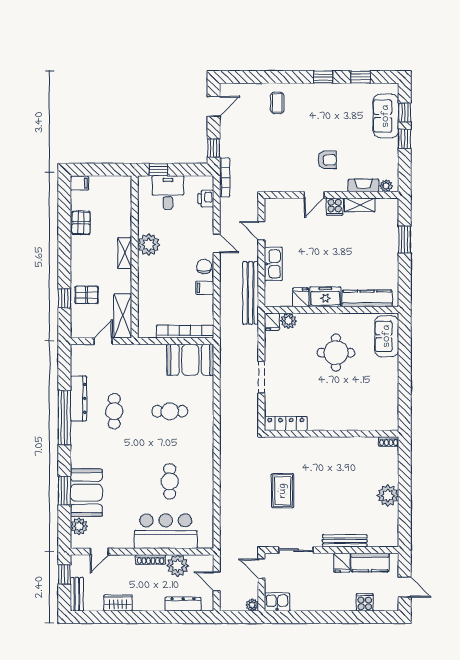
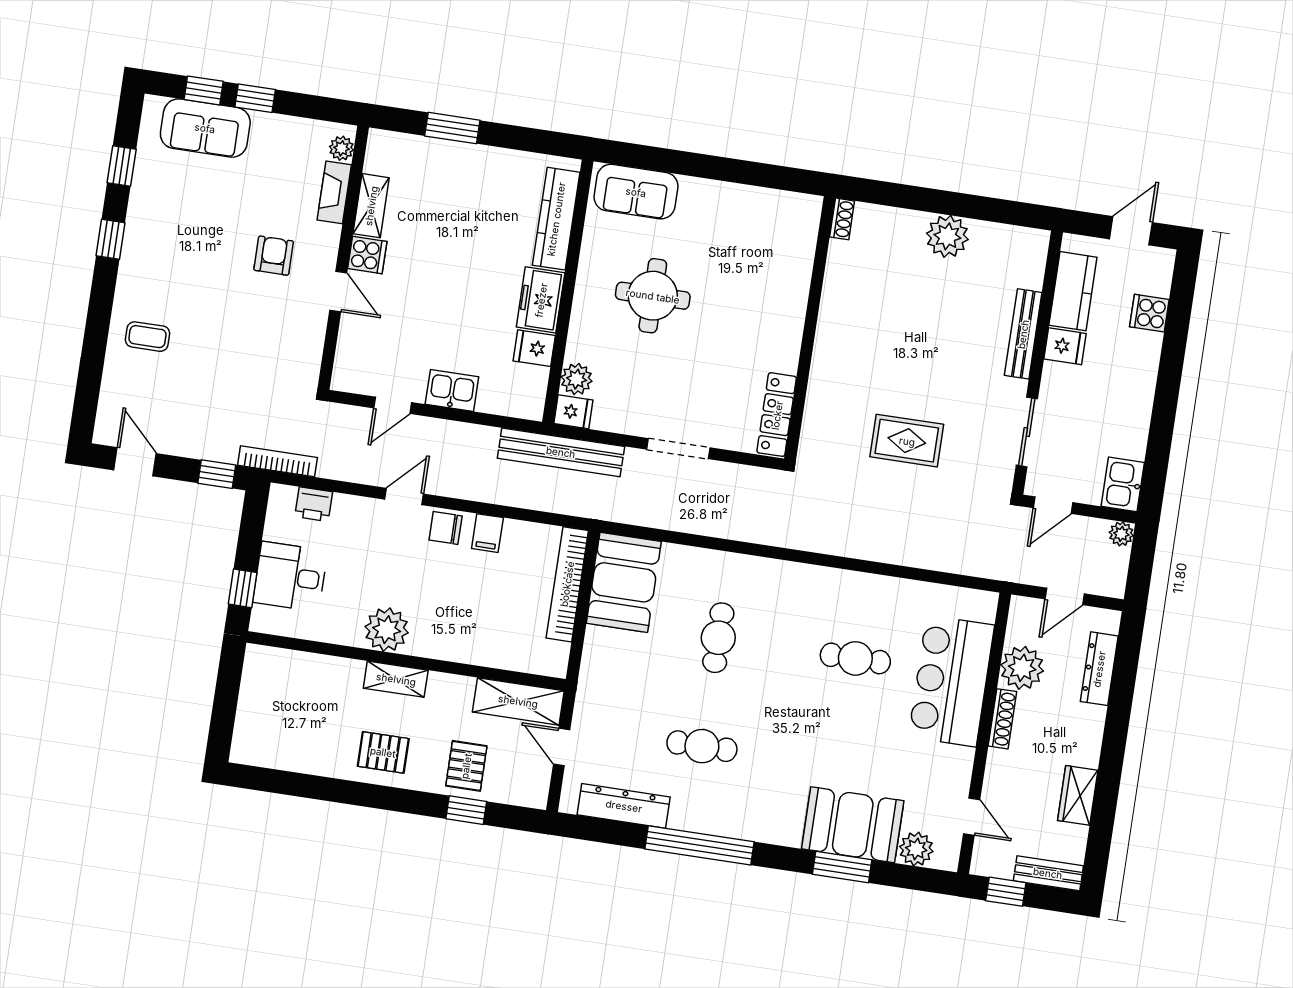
filing cabinet: (80, 183) -> (246, 747), removed
pallet: (81, 223) -> (383, 752), moved
kitchen sink: (273, 264) -> (452, 390), width x0.73
bench: (251, 293) -> (561, 452), moved
dresser: (78, 399) -> (624, 806), moved

